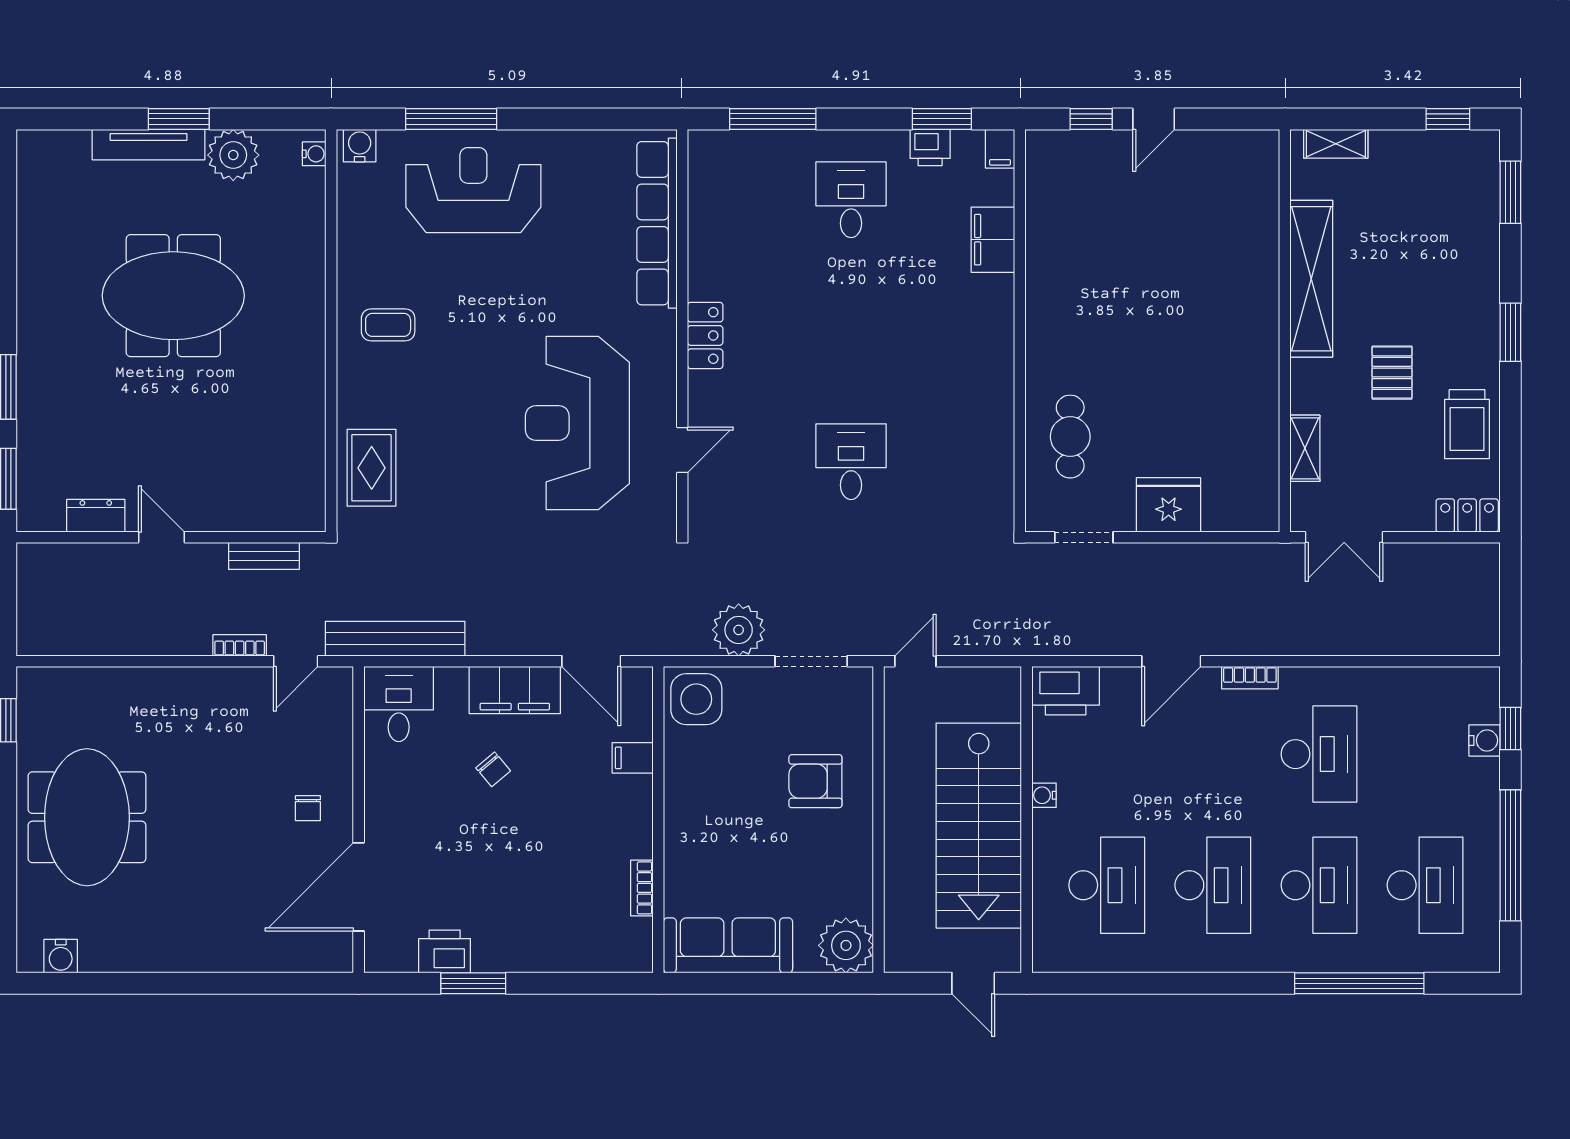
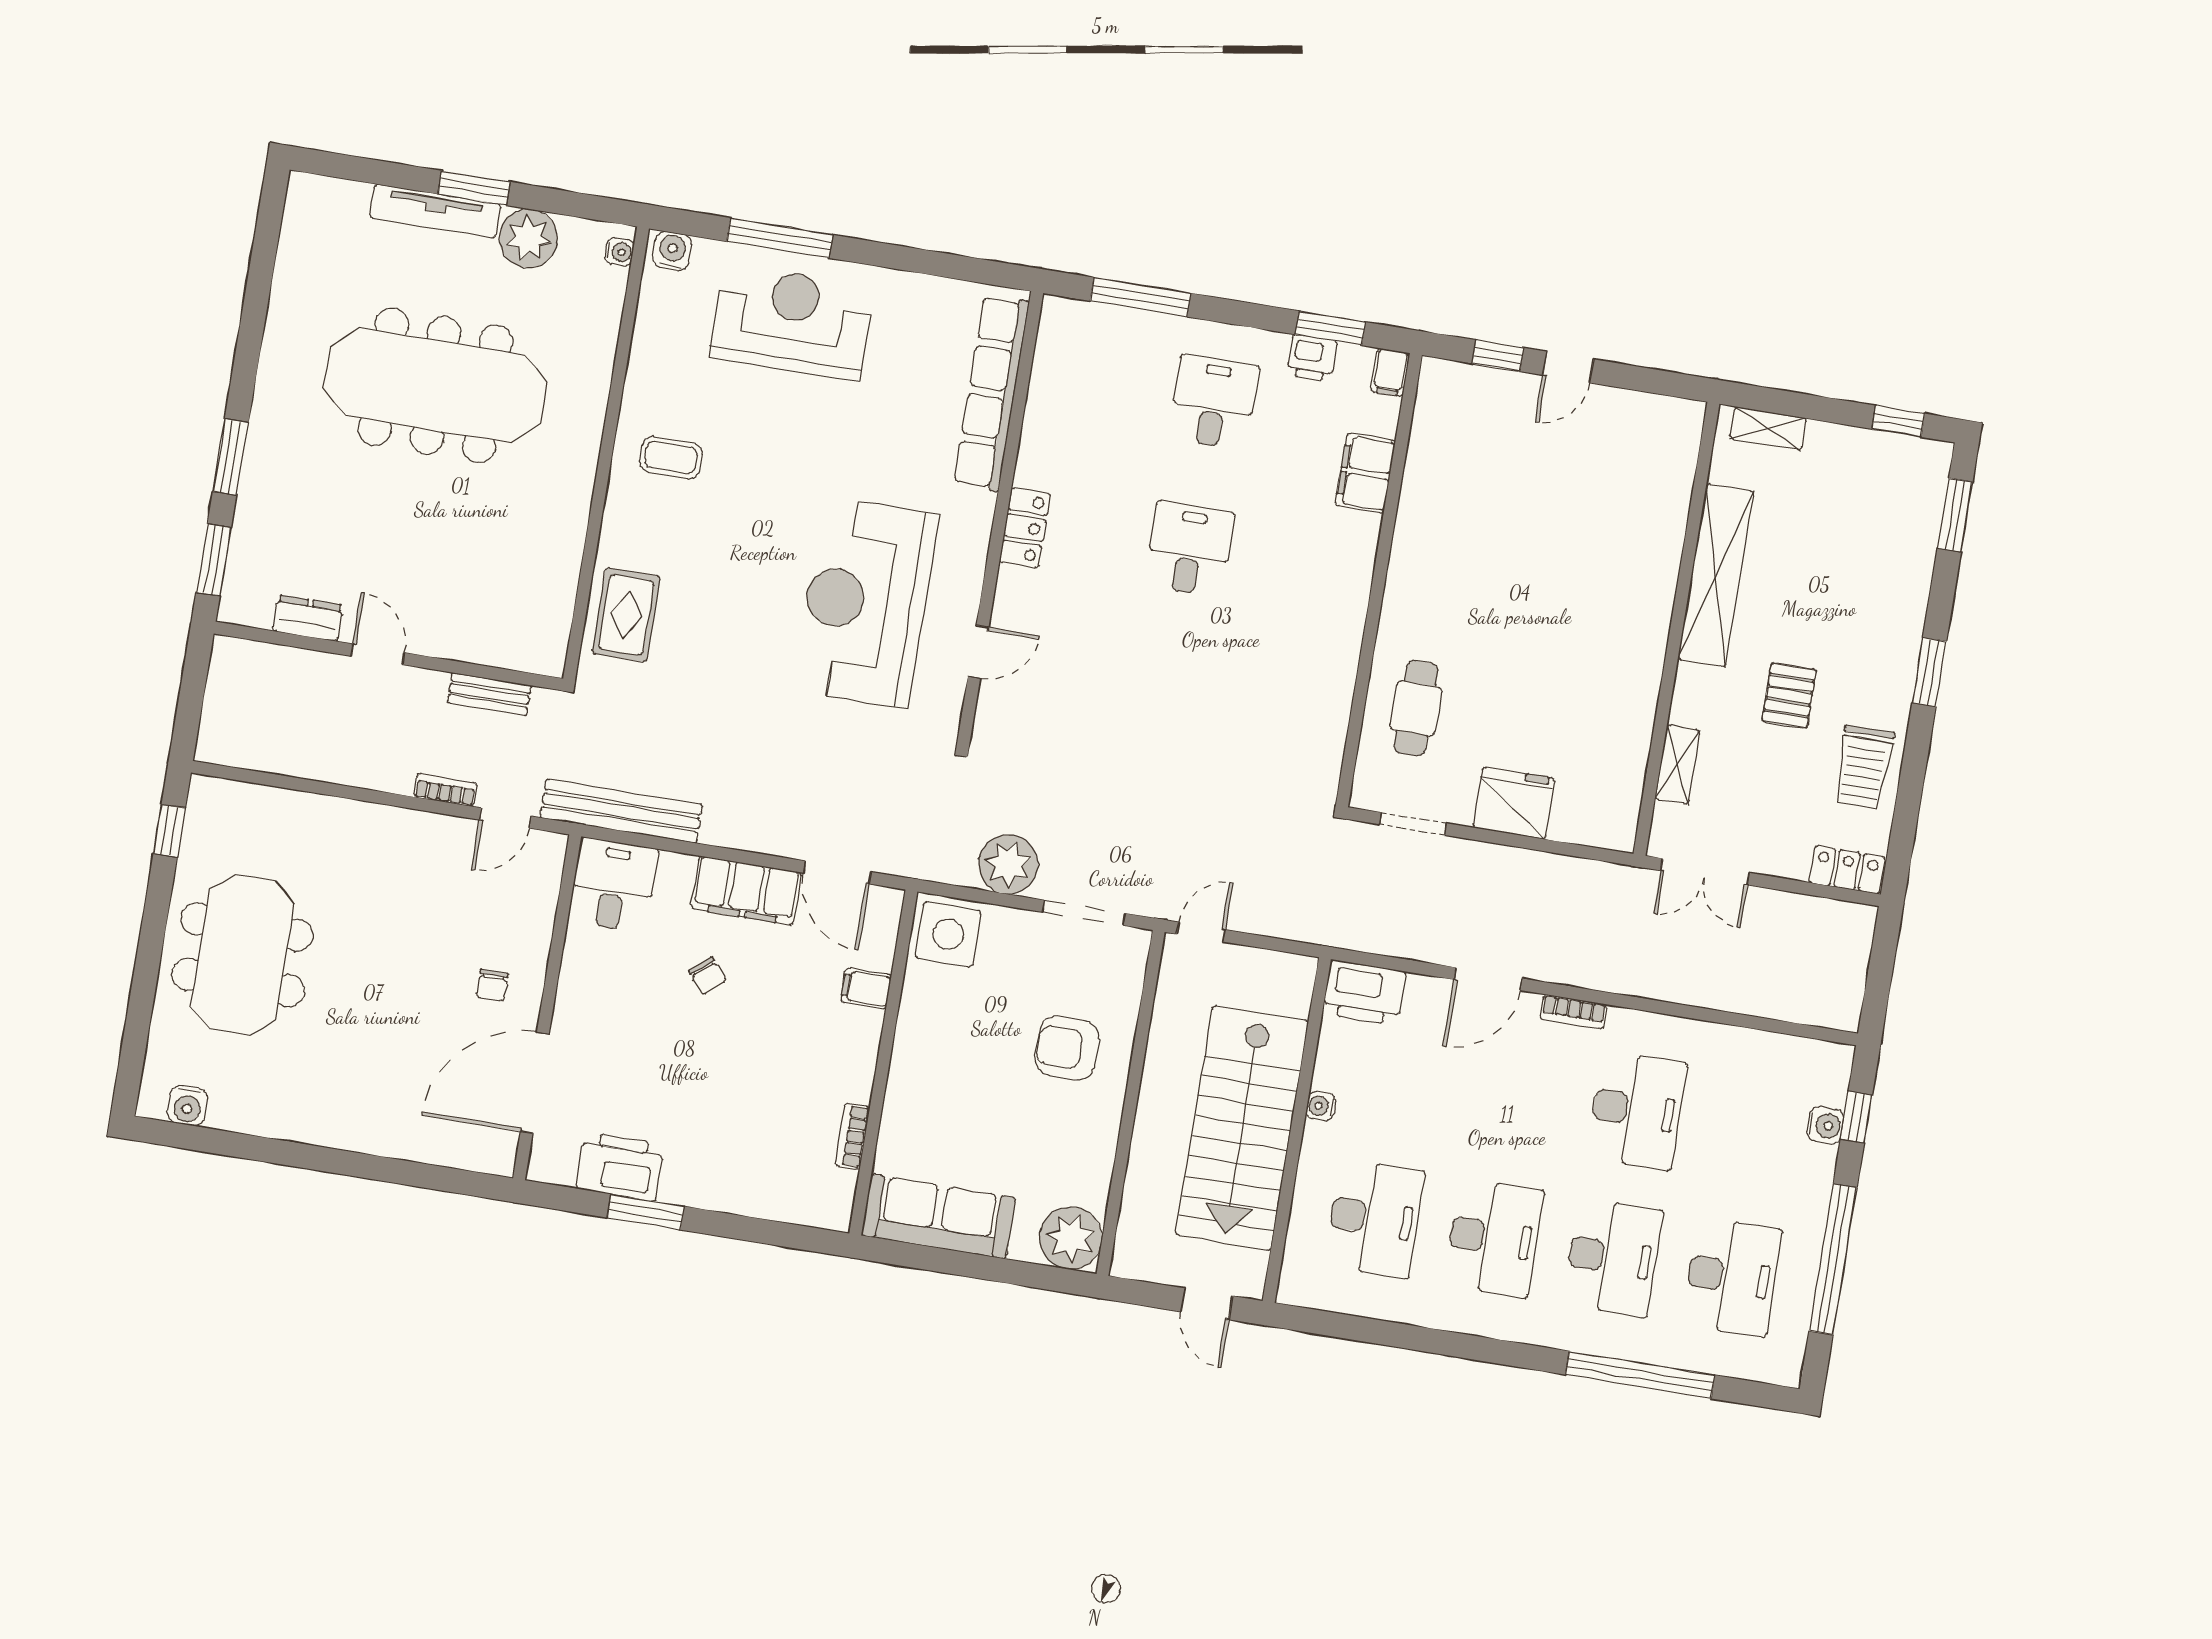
meeting table: (173, 296) -> (435, 385), width x1.36
desk: (851, 462) -> (1190, 549), moved
printer: (445, 951) -> (620, 1166), width x1.37, depth x1.19

